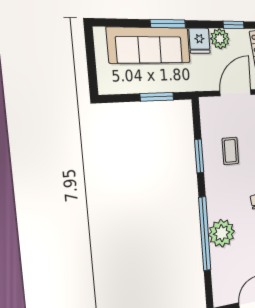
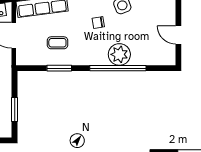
window: (157, 97) -> (15, 109), moved

